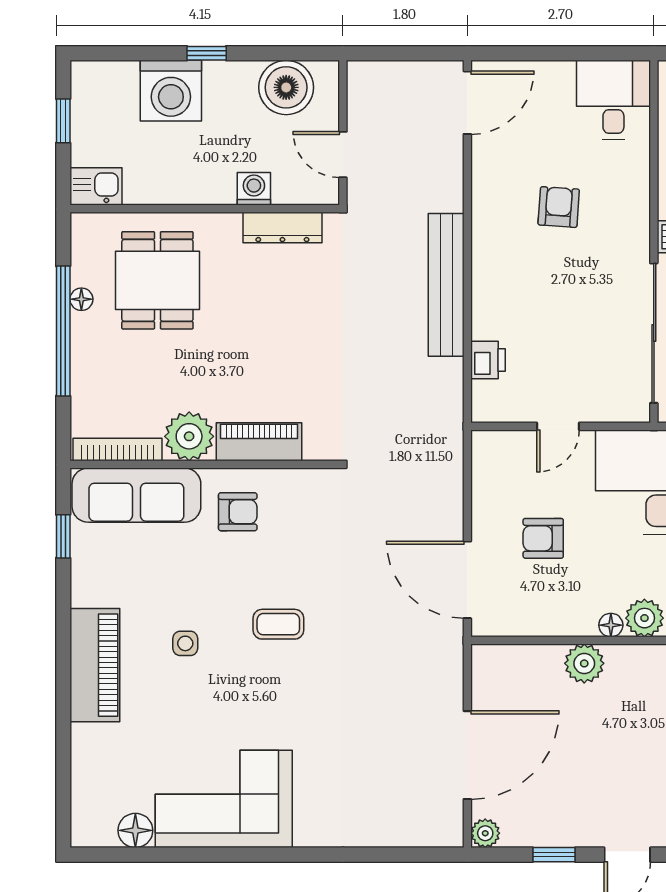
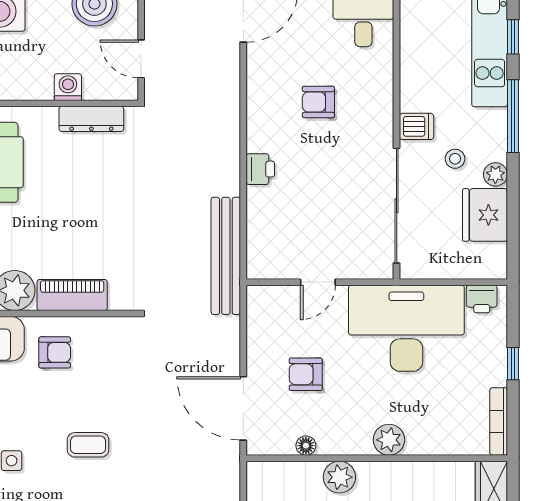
armchair: (559, 207) -> (318, 102), turned -94
bench: (446, 285) -> (226, 256), moved
printer: (488, 360) -> (260, 169), moved
floor lamp: (611, 625) -> (306, 446), moved

